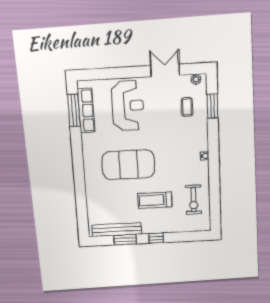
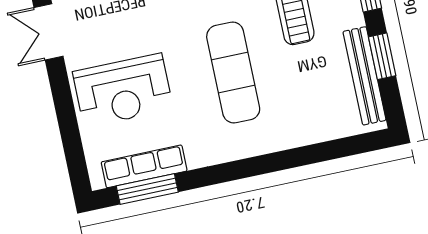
reception desk: (128, 106) -> (123, 90), turned 180
exercise mat: (128, 165) -> (233, 73), width x0.68

